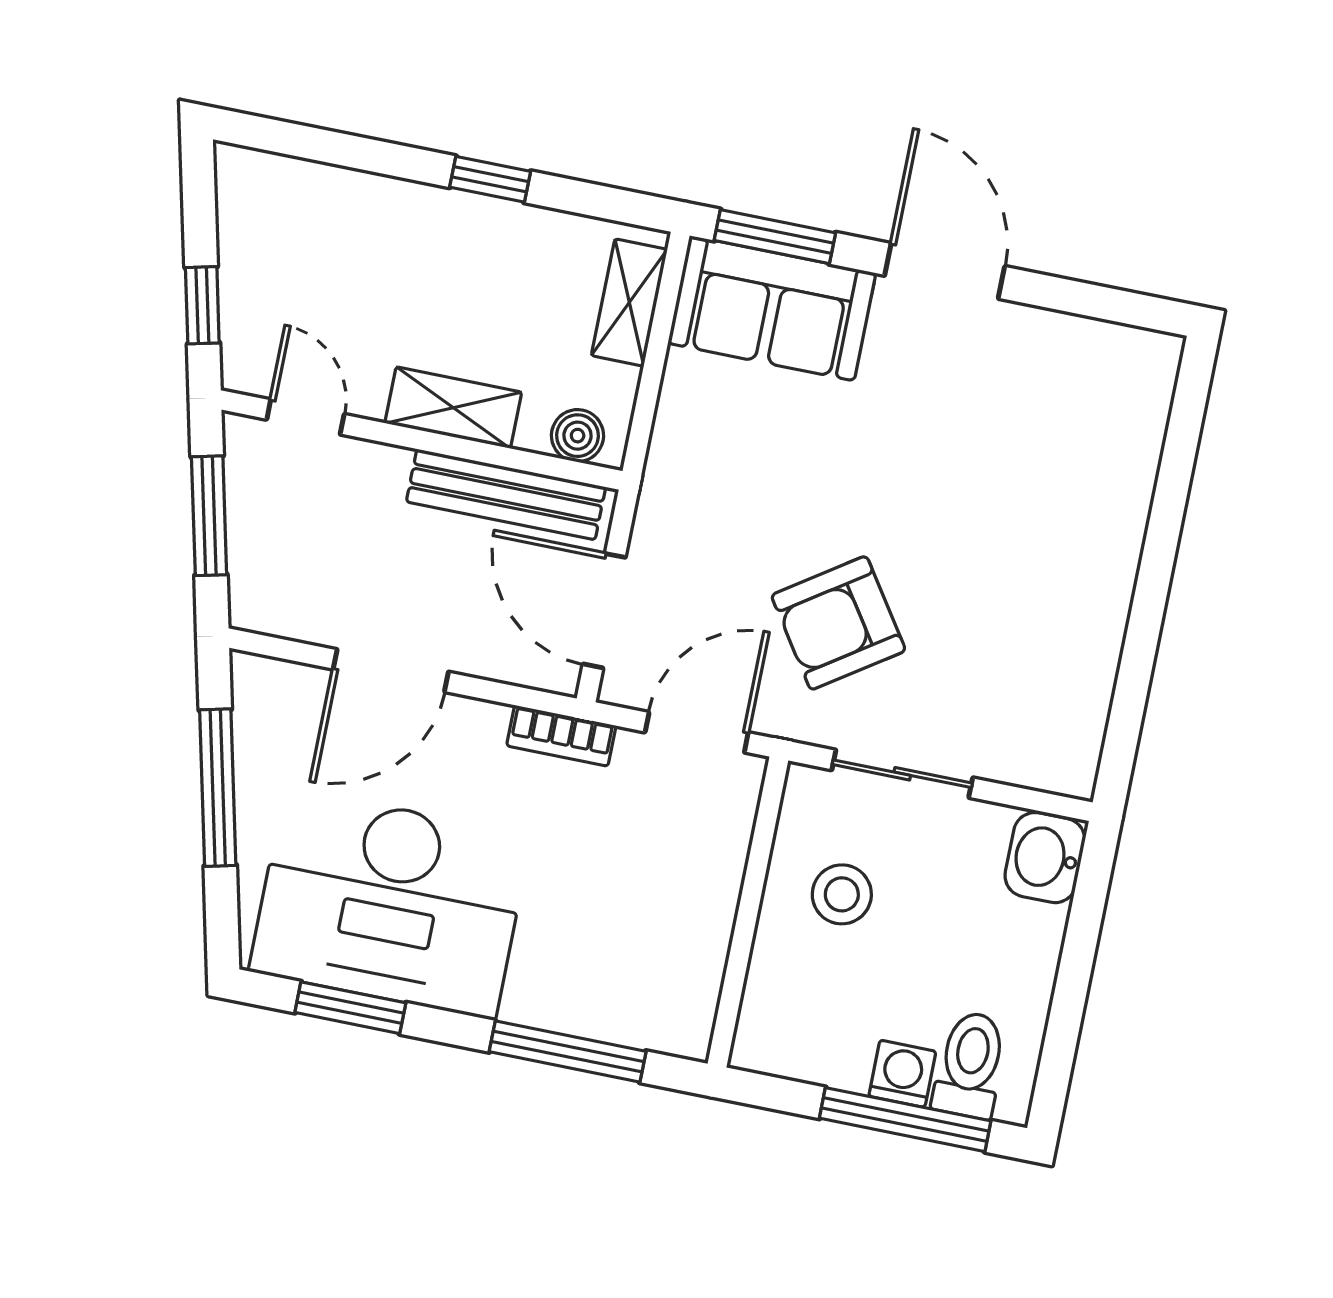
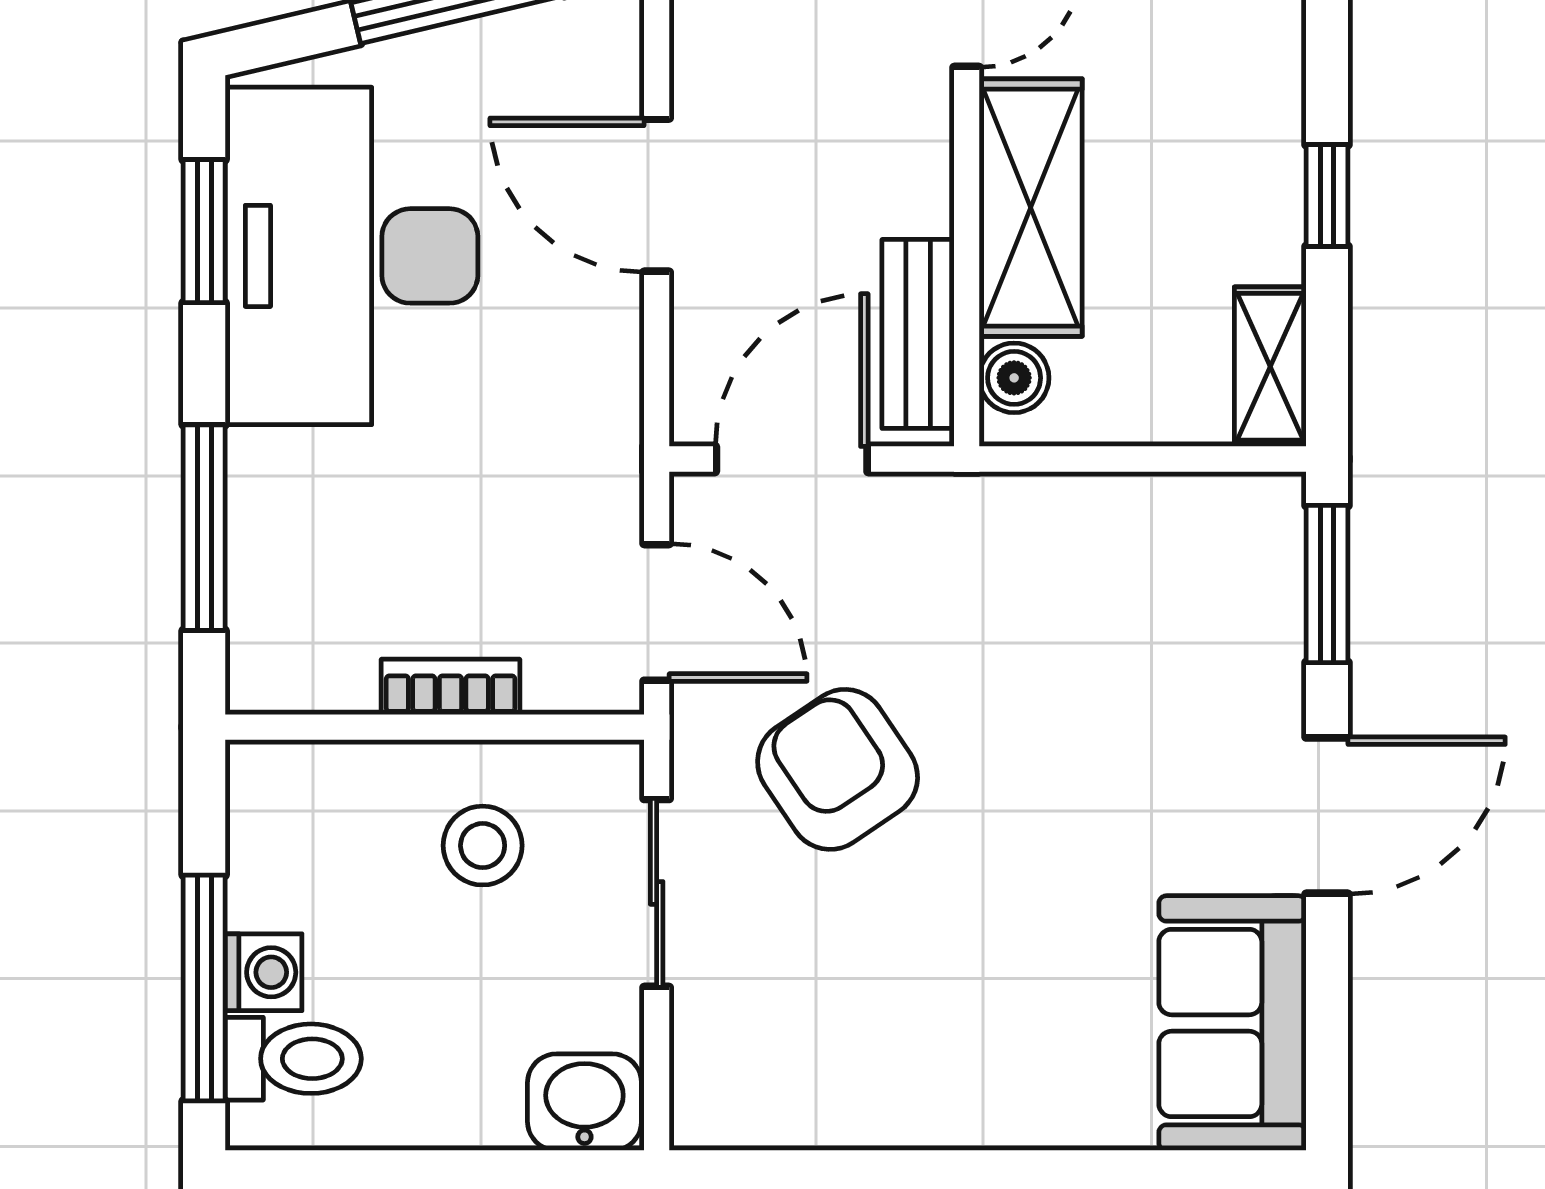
shelving: (629, 302) -> (1270, 367), moved, turned 90
sofa: (772, 308) -> (1232, 1023), moved
shelving: (453, 408) -> (1031, 208), width x1.50, depth x1.33
bench: (506, 494) -> (918, 334), width x0.73
bookcase: (561, 736) -> (451, 687), moved, turned 90

